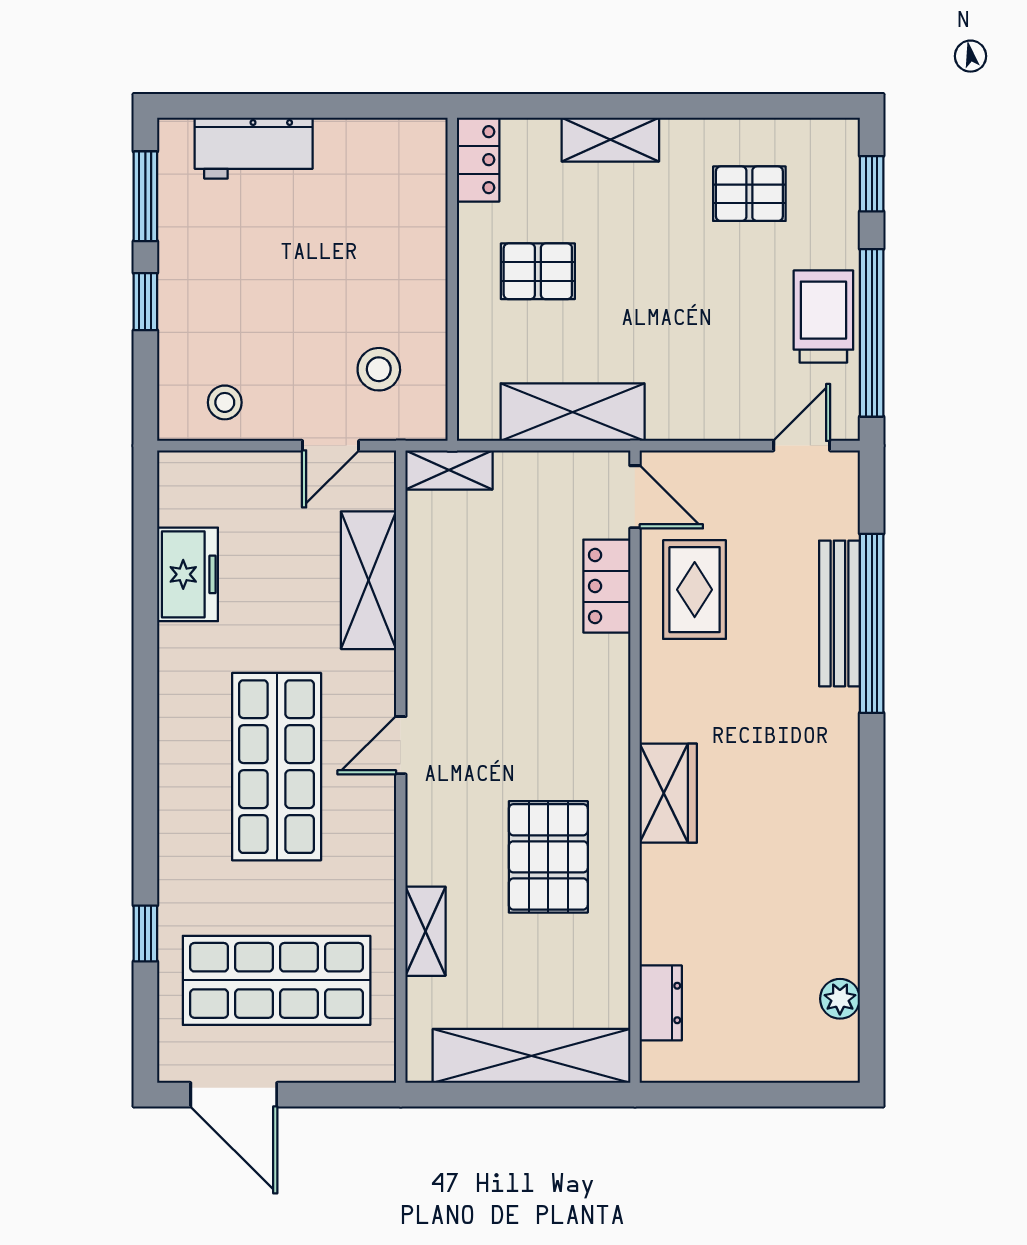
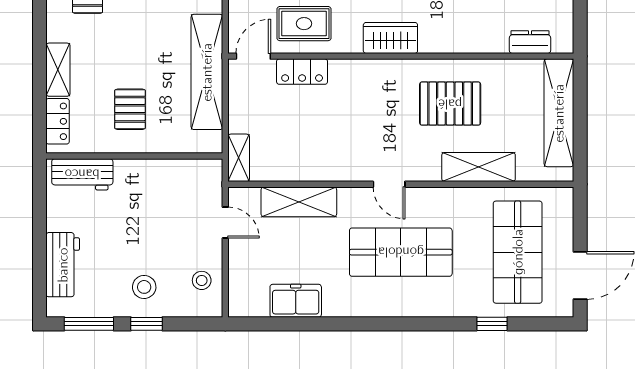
locker: (478, 160) -> (58, 121), moved, turned 90
workbench: (419, 184) -> (82, 174), added
stool: (379, 369) -> (144, 287), moved
shelving: (573, 412) -> (207, 72), width x1.47
wardrobe: (668, 793) -> (390, 38), moved
shelving: (425, 931) -> (479, 167), width x1.50, depth x1.33

